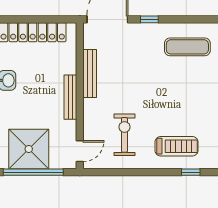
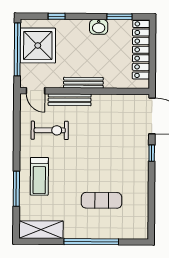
exercise mat: (187, 47) -> (102, 200), moved, turned 90
bench: (90, 73) -> (70, 100), moved
window: (191, 172) -> (16, 189), width x2.17

